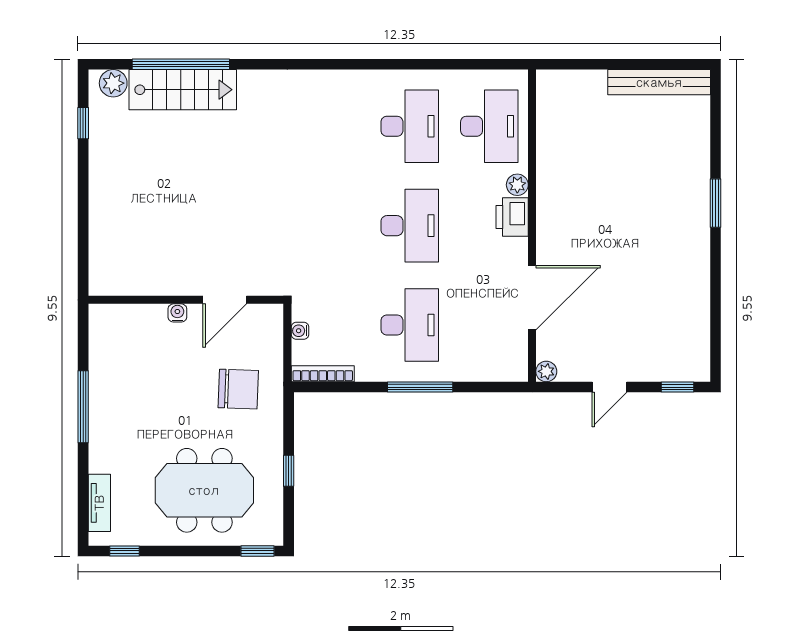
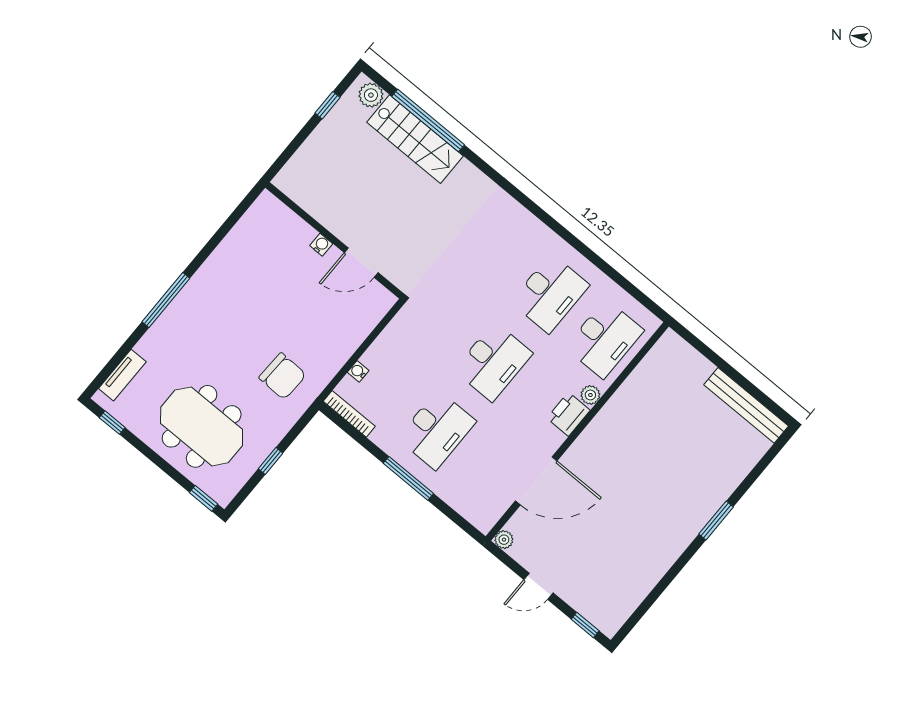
wall: (186, 300) -> (334, 240), moved
door: (225, 300) -> (361, 263), moved
water cooler: (177, 313) -> (321, 245), moved

